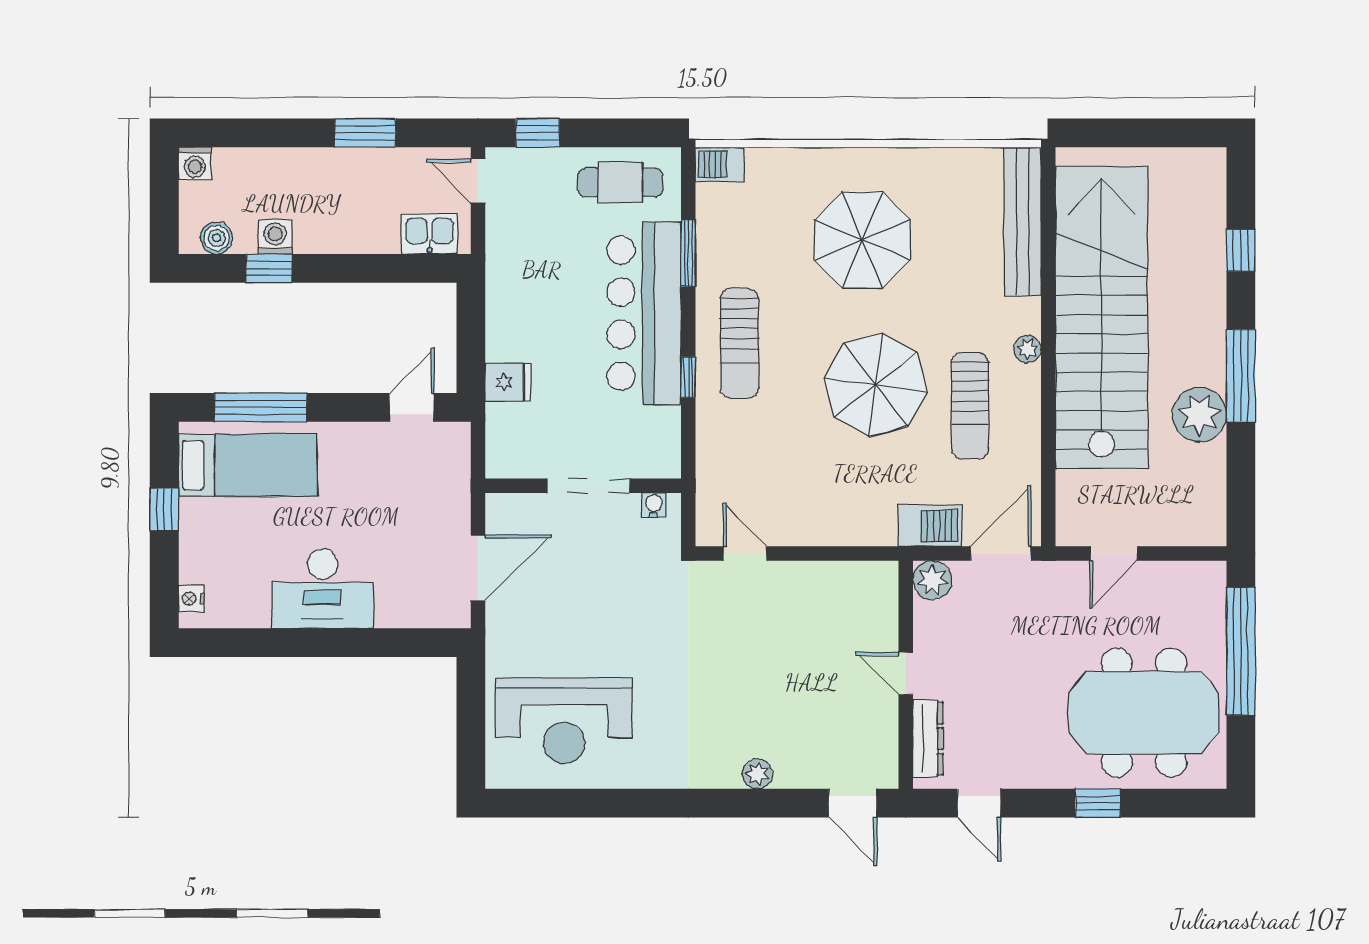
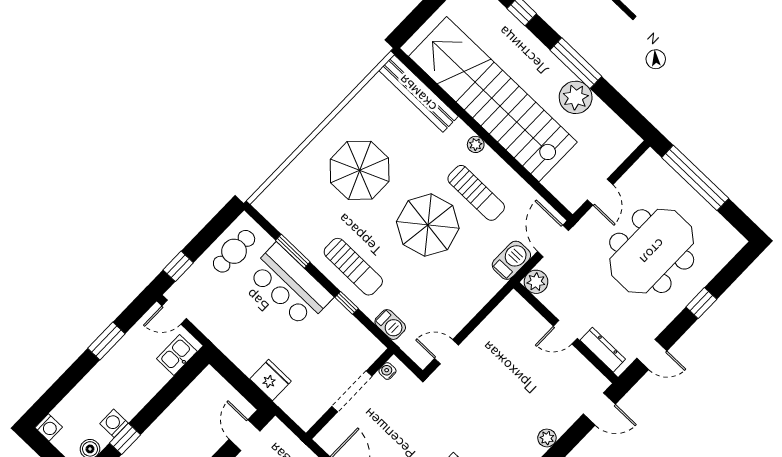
barbecue: (720, 164) -> (390, 325), moved, turned -90
bar counter: (644, 313) -> (290, 285), width x0.73
fridge: (508, 382) -> (271, 380), width x1.38
meeting table: (1144, 713) -> (652, 251), moved

